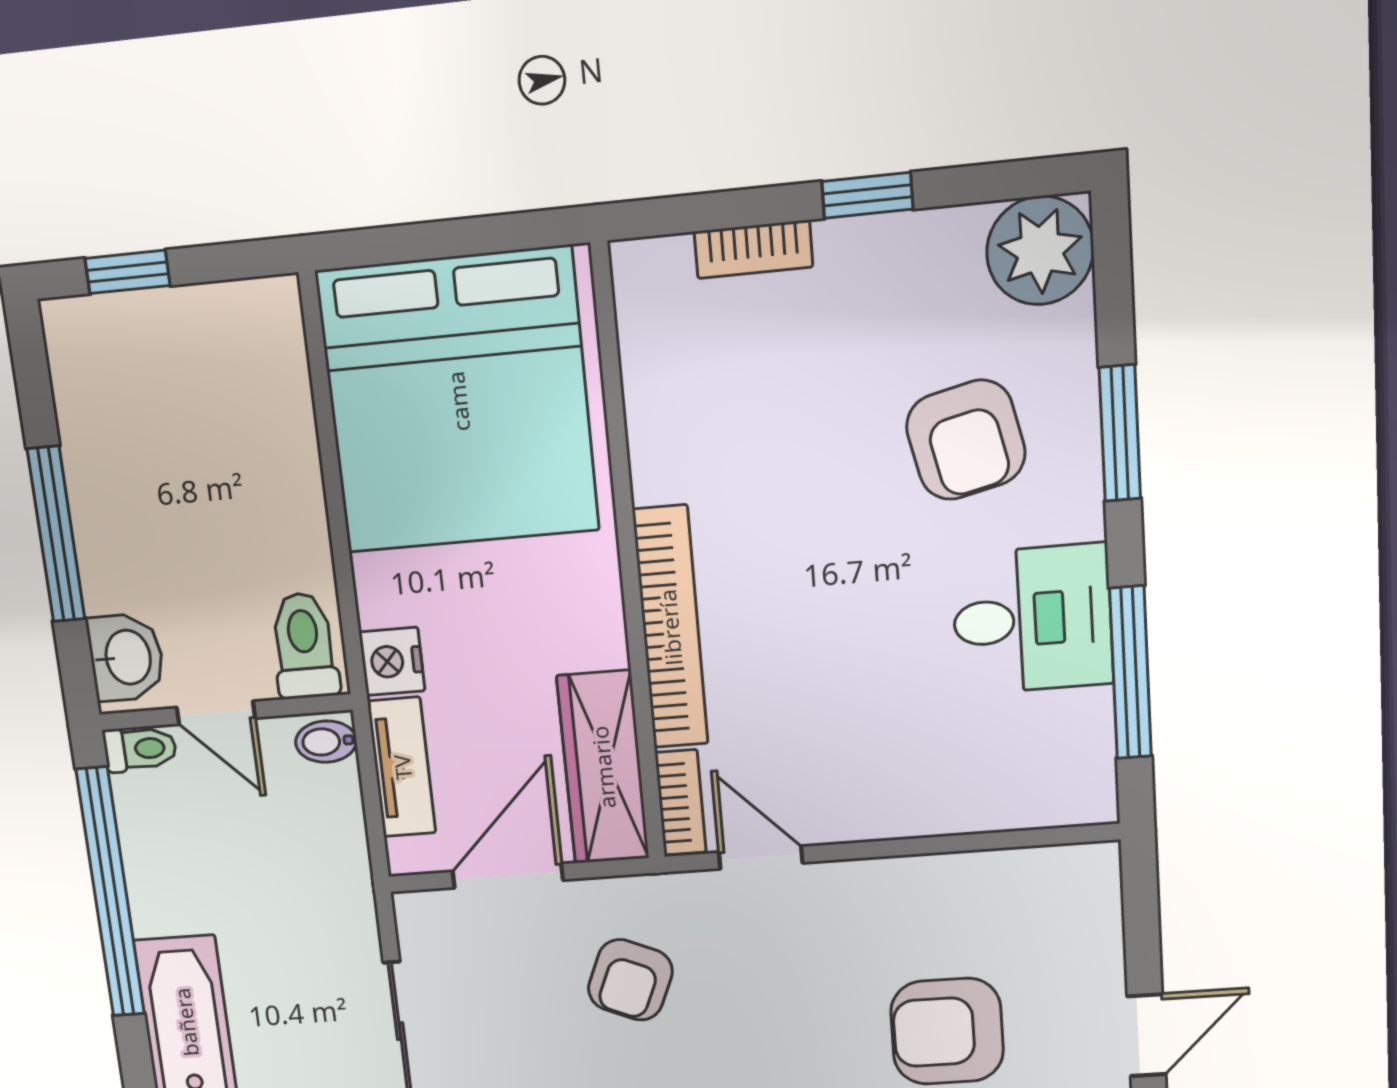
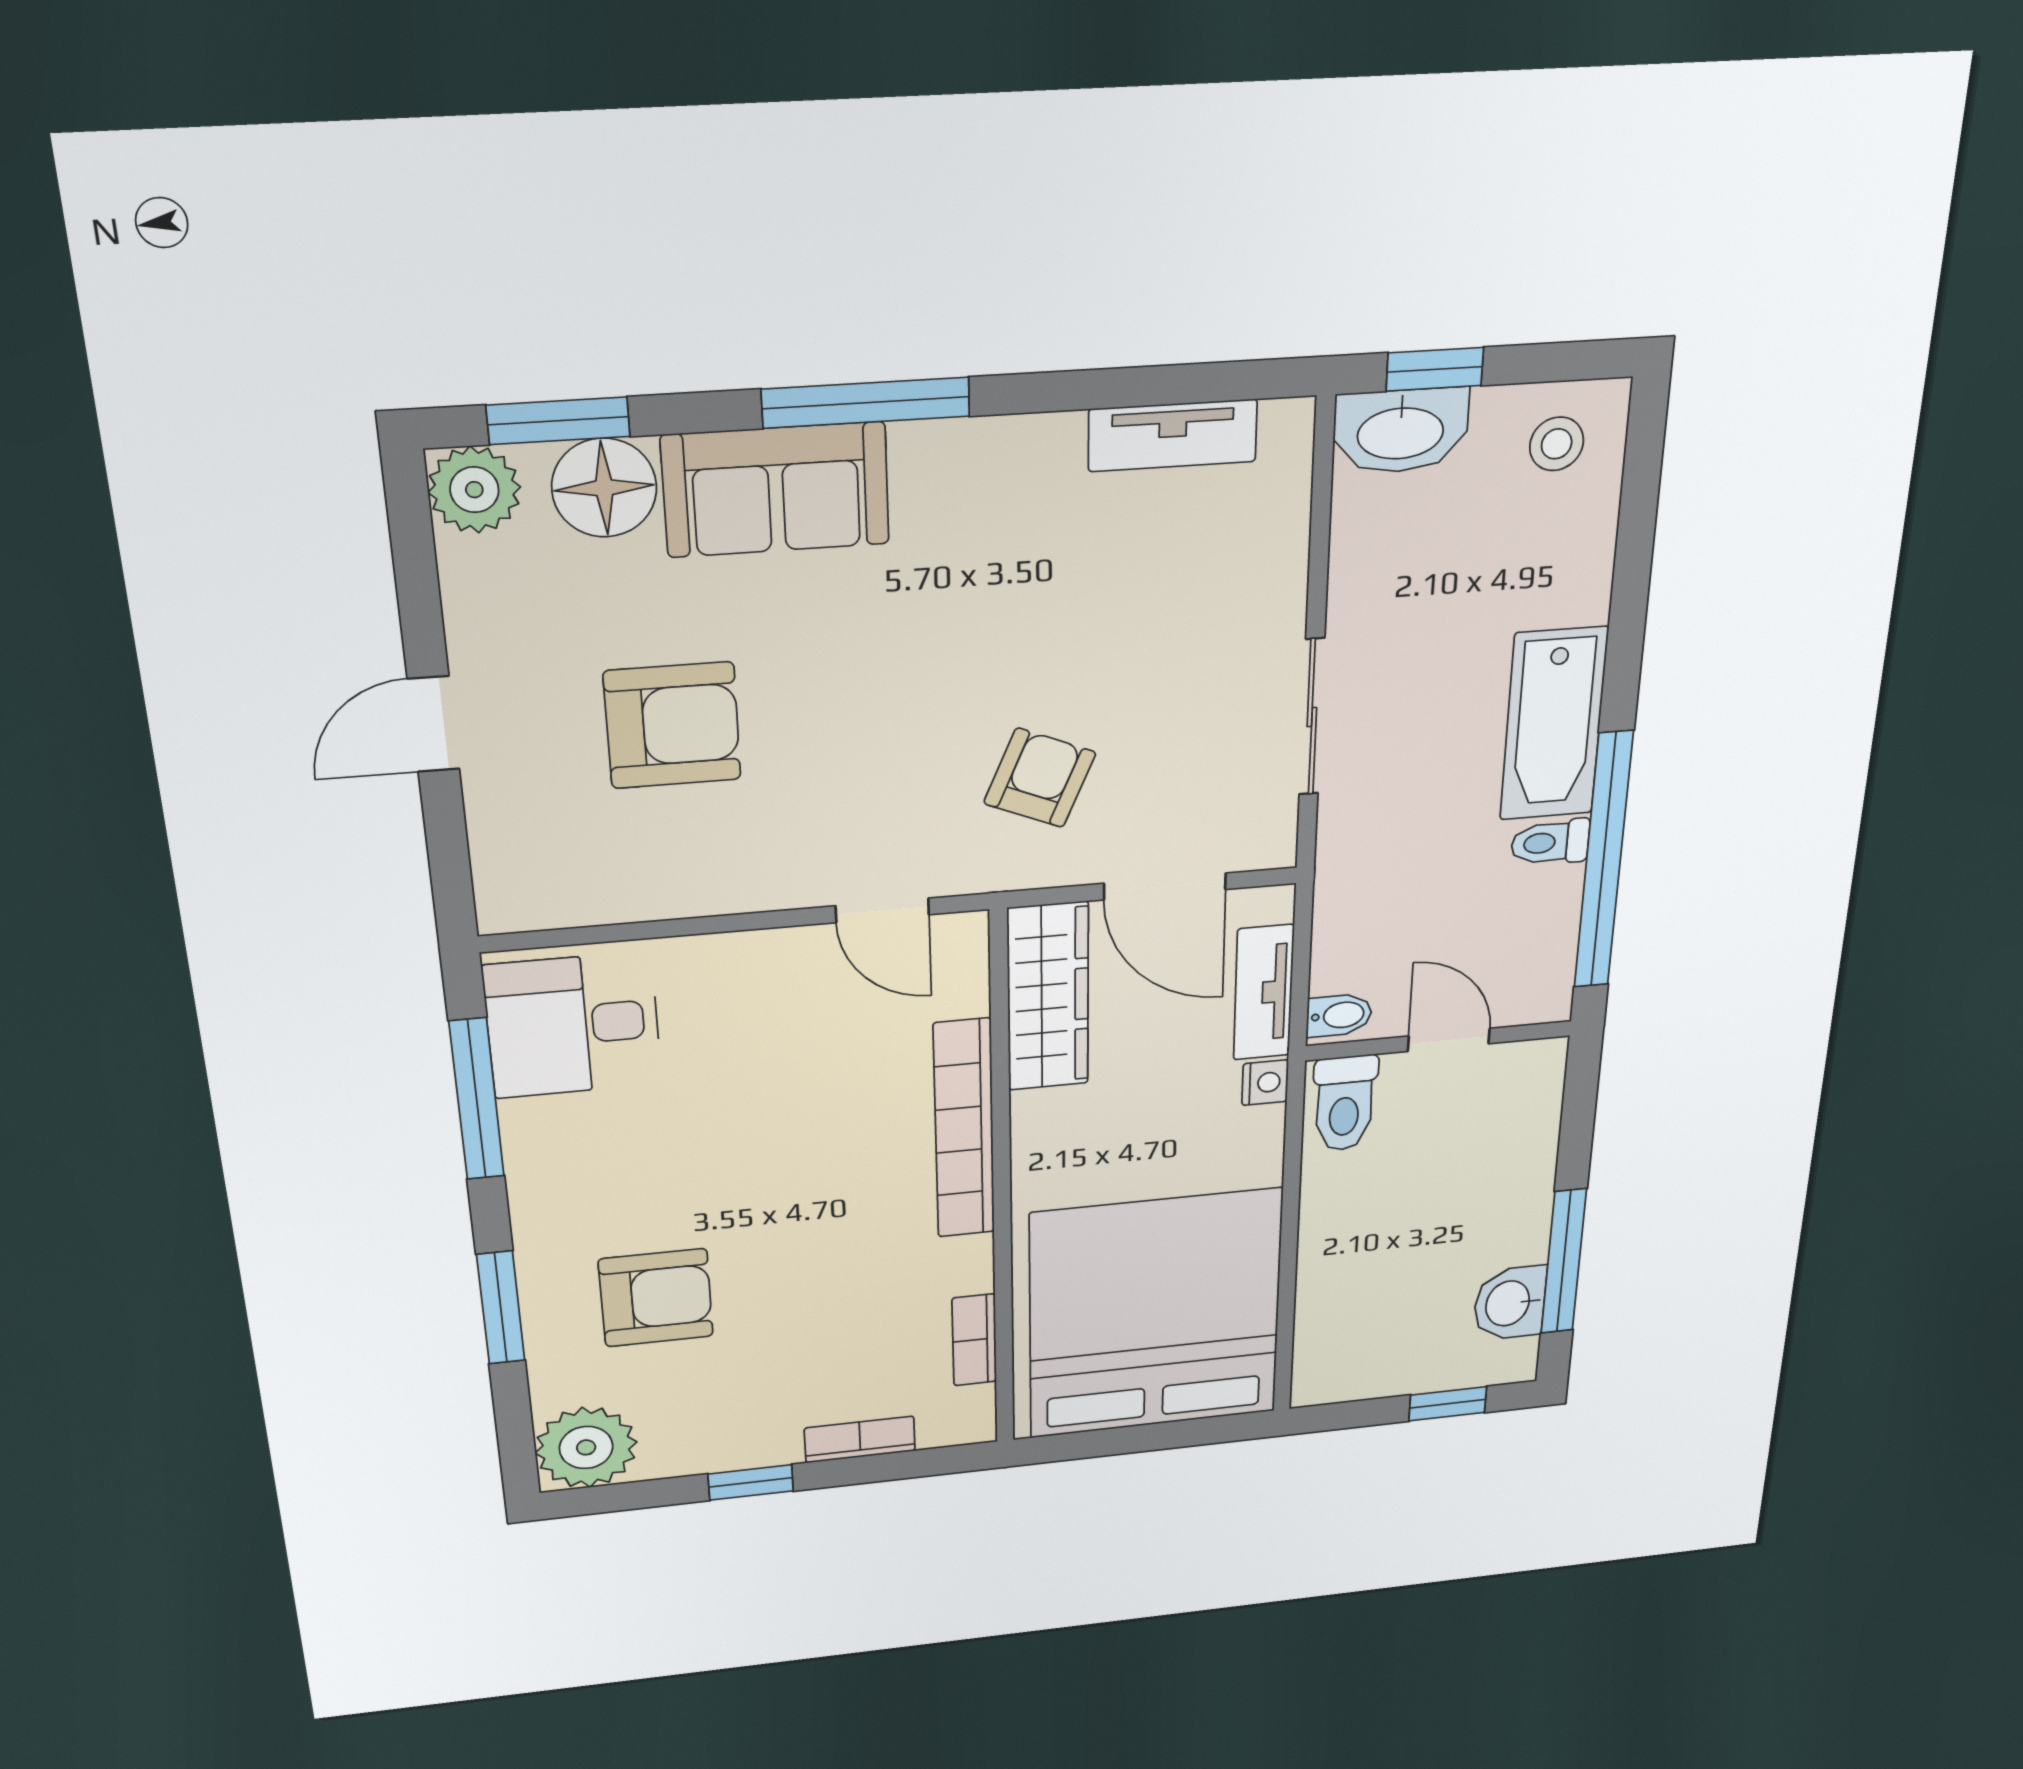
armchair: (966, 440) -> (656, 1298), turned 103
window: (56, 534) -> (1564, 1261), moved
desk: (1032, 619) -> (573, 1025), moved
washbasin: (126, 657) -> (1510, 1303), moved
nightstand: (392, 661) -> (1265, 1083), width x0.72, depth x0.74
toilet: (140, 749) -> (1550, 842), moved
bookcase: (681, 802) -> (974, 1340), moved
door: (508, 876) -> (1165, 886), hinge flipped

